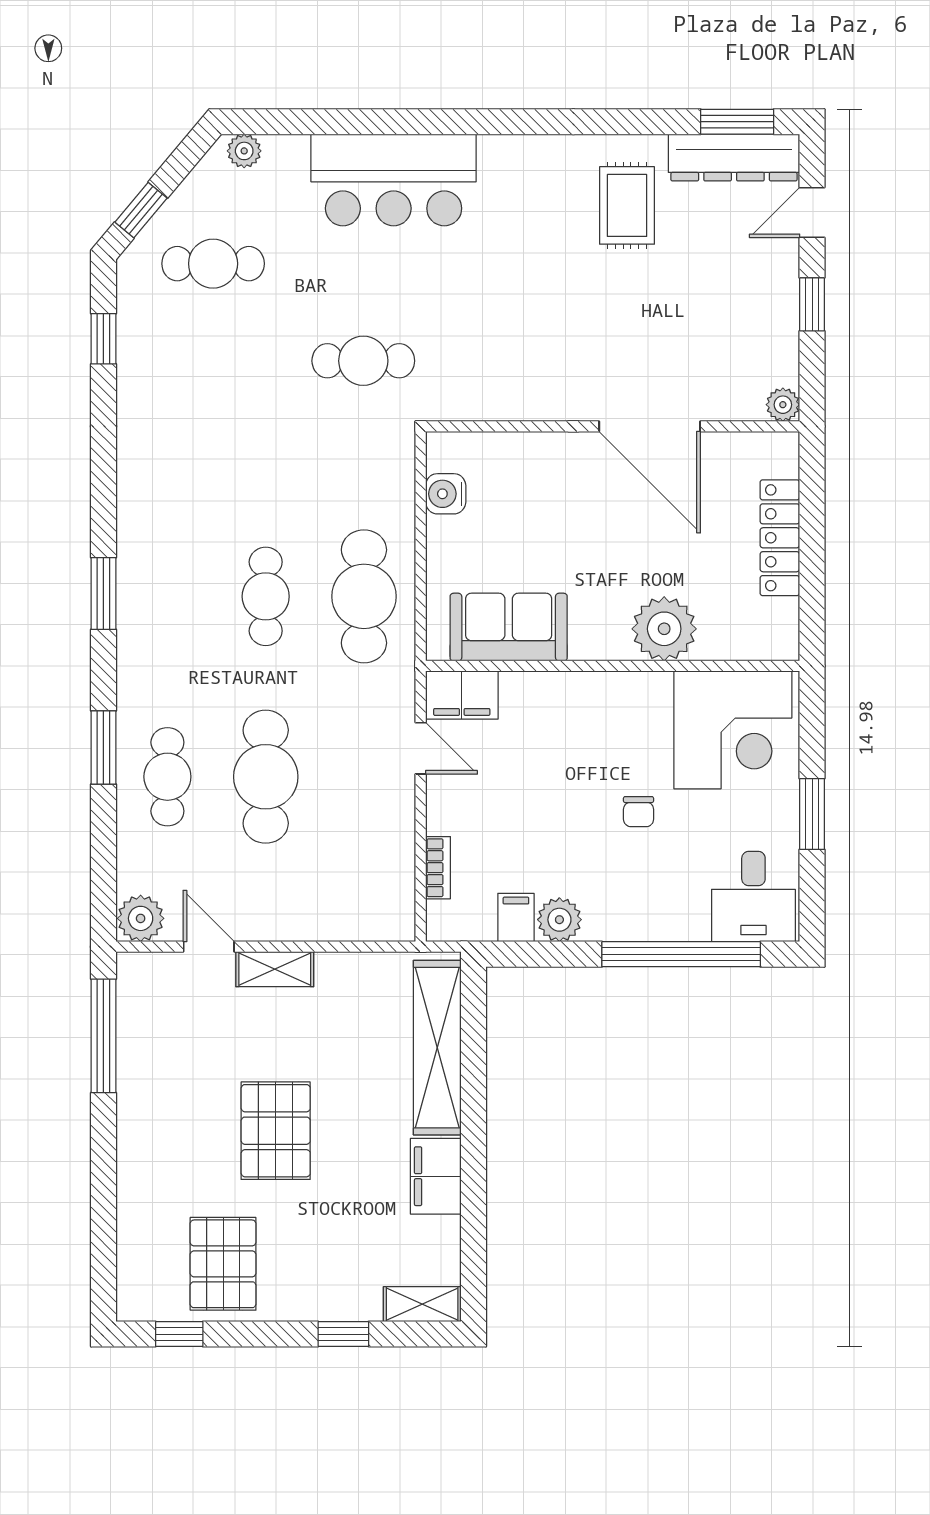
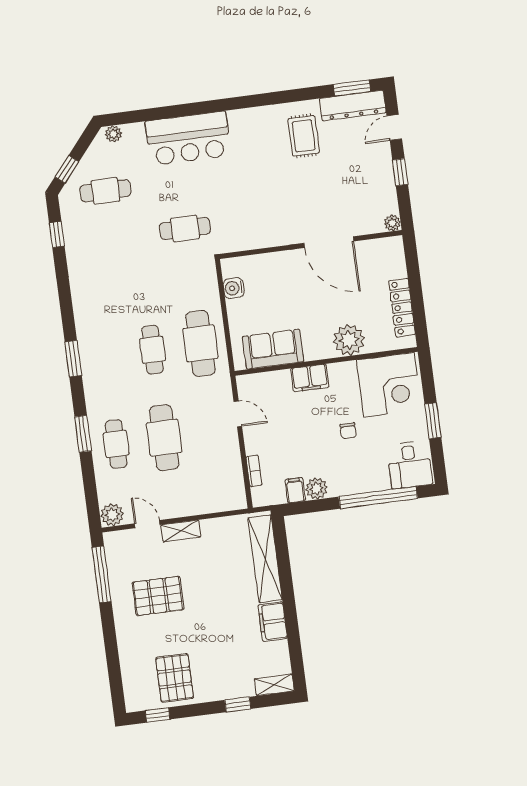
locker: (780, 538) -> (402, 308), moved
filing cabinet: (462, 695) -> (310, 378), moved
pallet: (276, 1131) -> (158, 596), moved, turned 90

